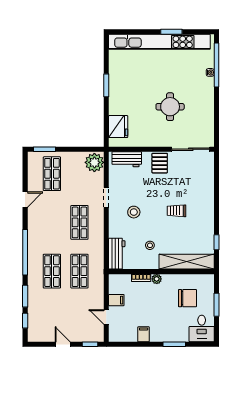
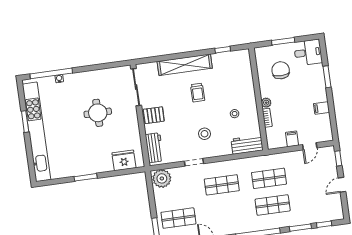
shelving: (187, 262) -> (185, 65), moved, turned 90

